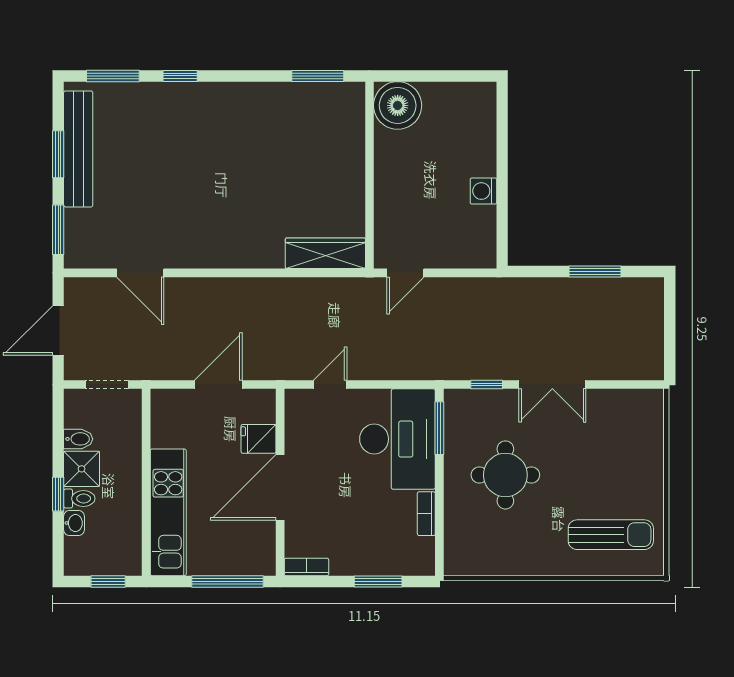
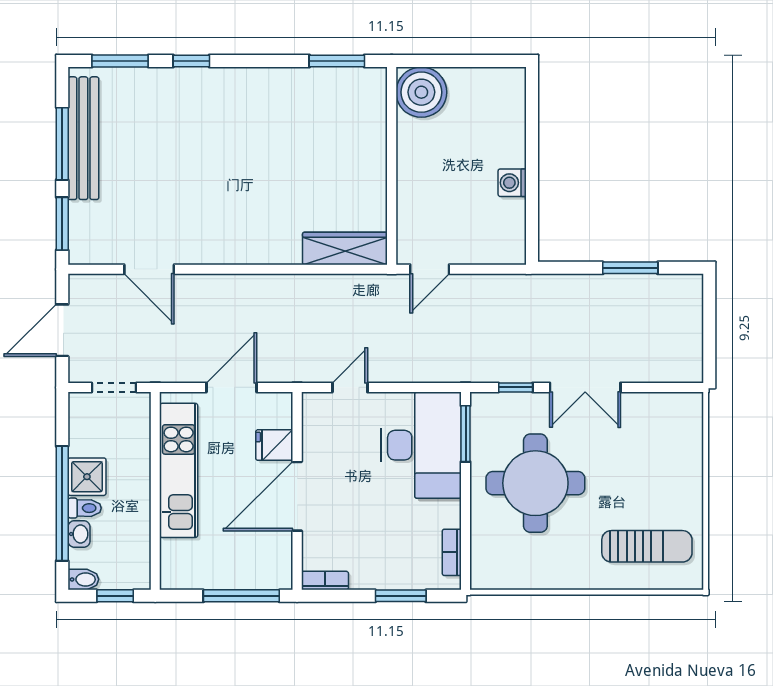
window: (58, 154) -> (62, 144), width x1.44
bidet: (78, 439) -> (83, 579), moved
round table: (505, 475) -> (535, 483), width x1.36, depth x1.36
window: (58, 494) -> (62, 503), width x3.17
kitchen unit: (168, 512) -> (179, 470), moved
bookcase: (426, 514) -> (452, 552), moved

